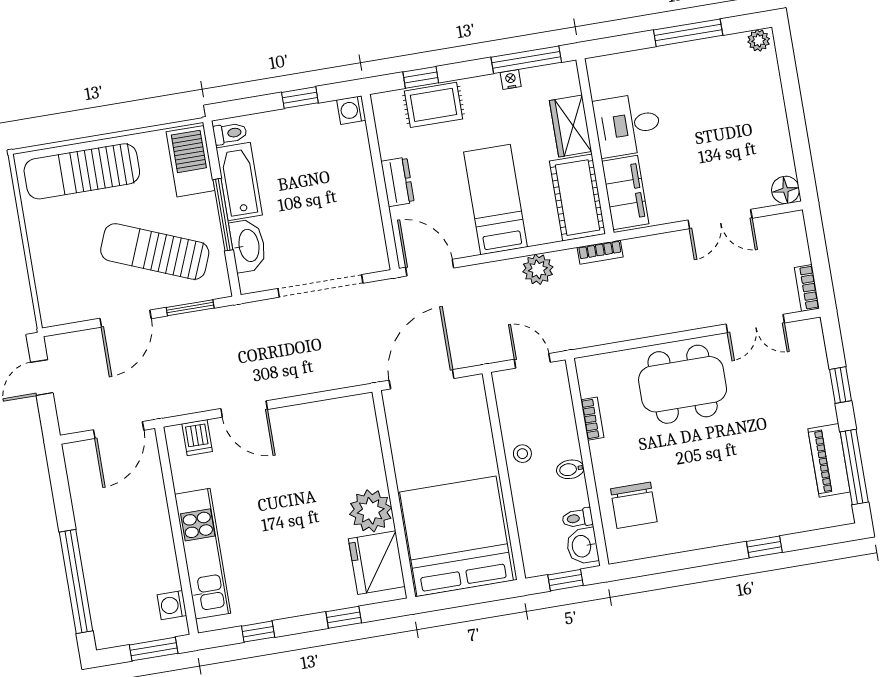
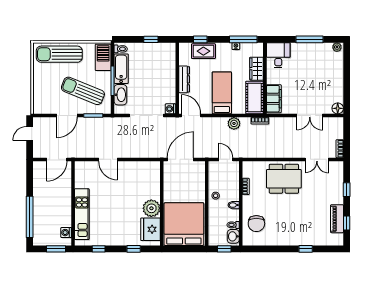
washing machine: (351, 110) -> (170, 109), moved
desk: (627, 125) -> (278, 55), moved, turned 90
dresser: (398, 182) -> (184, 79), width x1.44
dishwasher: (197, 438) -> (87, 168), removed
window: (854, 467) -> (347, 223), width x0.46

